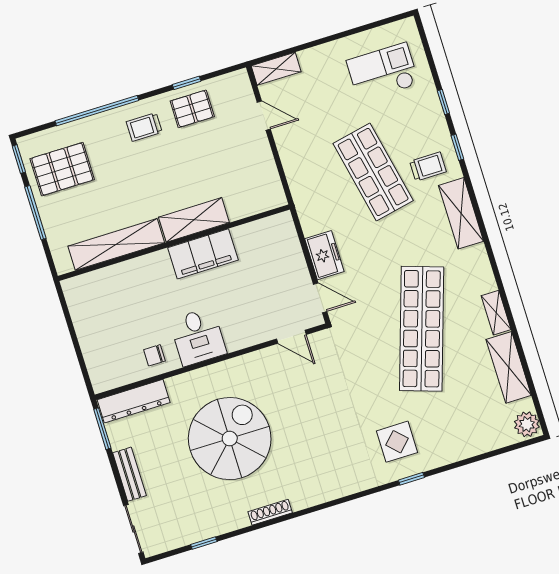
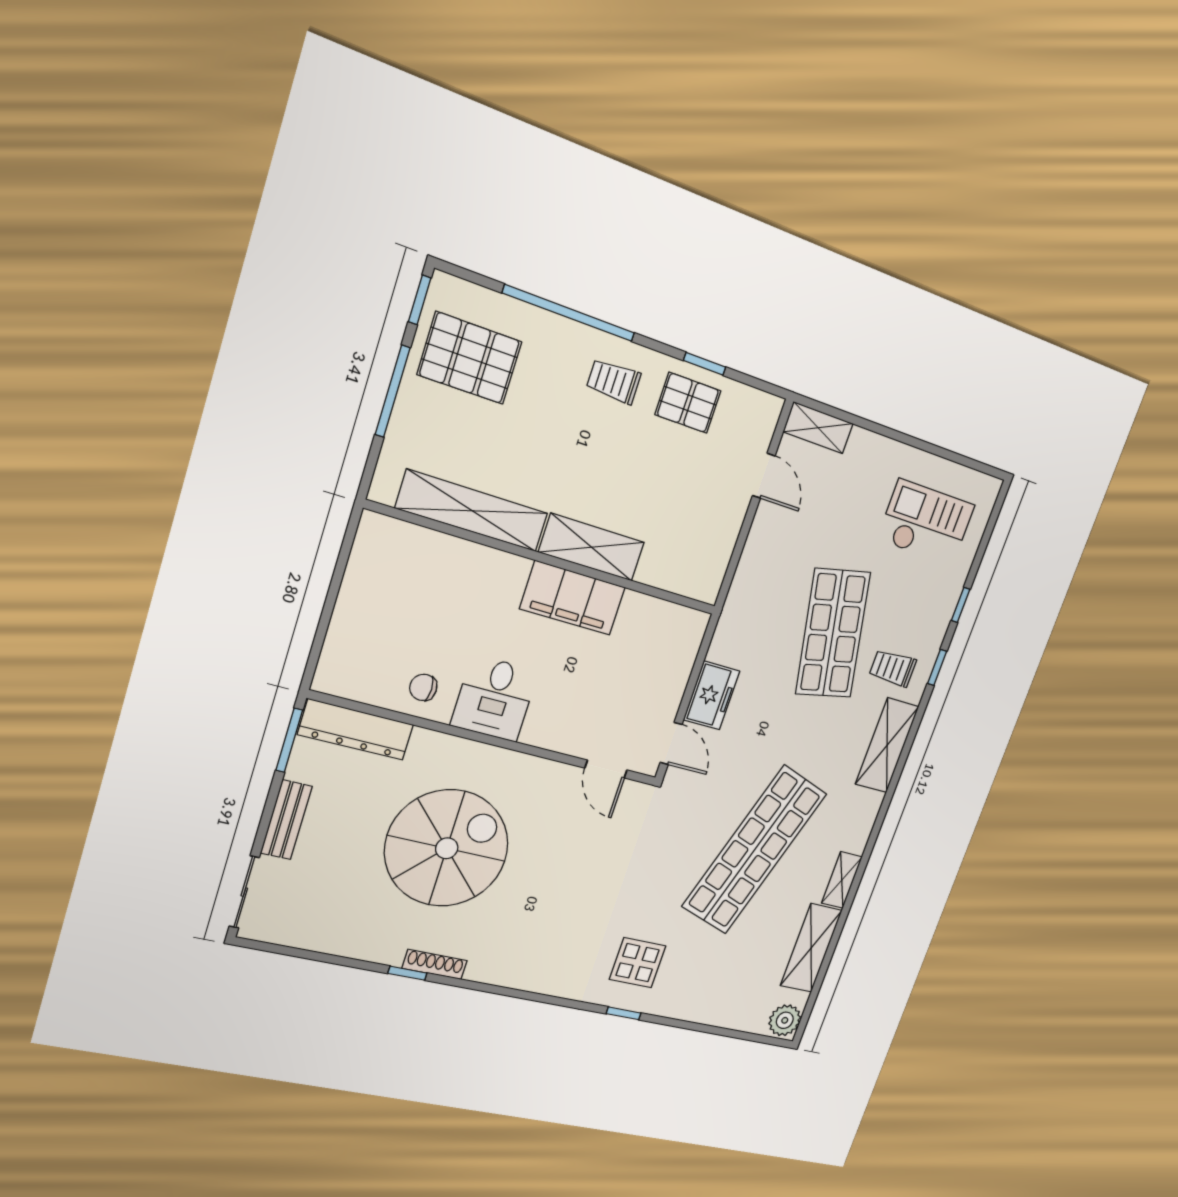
trolley: (428, 166) -> (893, 668), turned 180
window: (204, 543) -> (407, 973), moved

